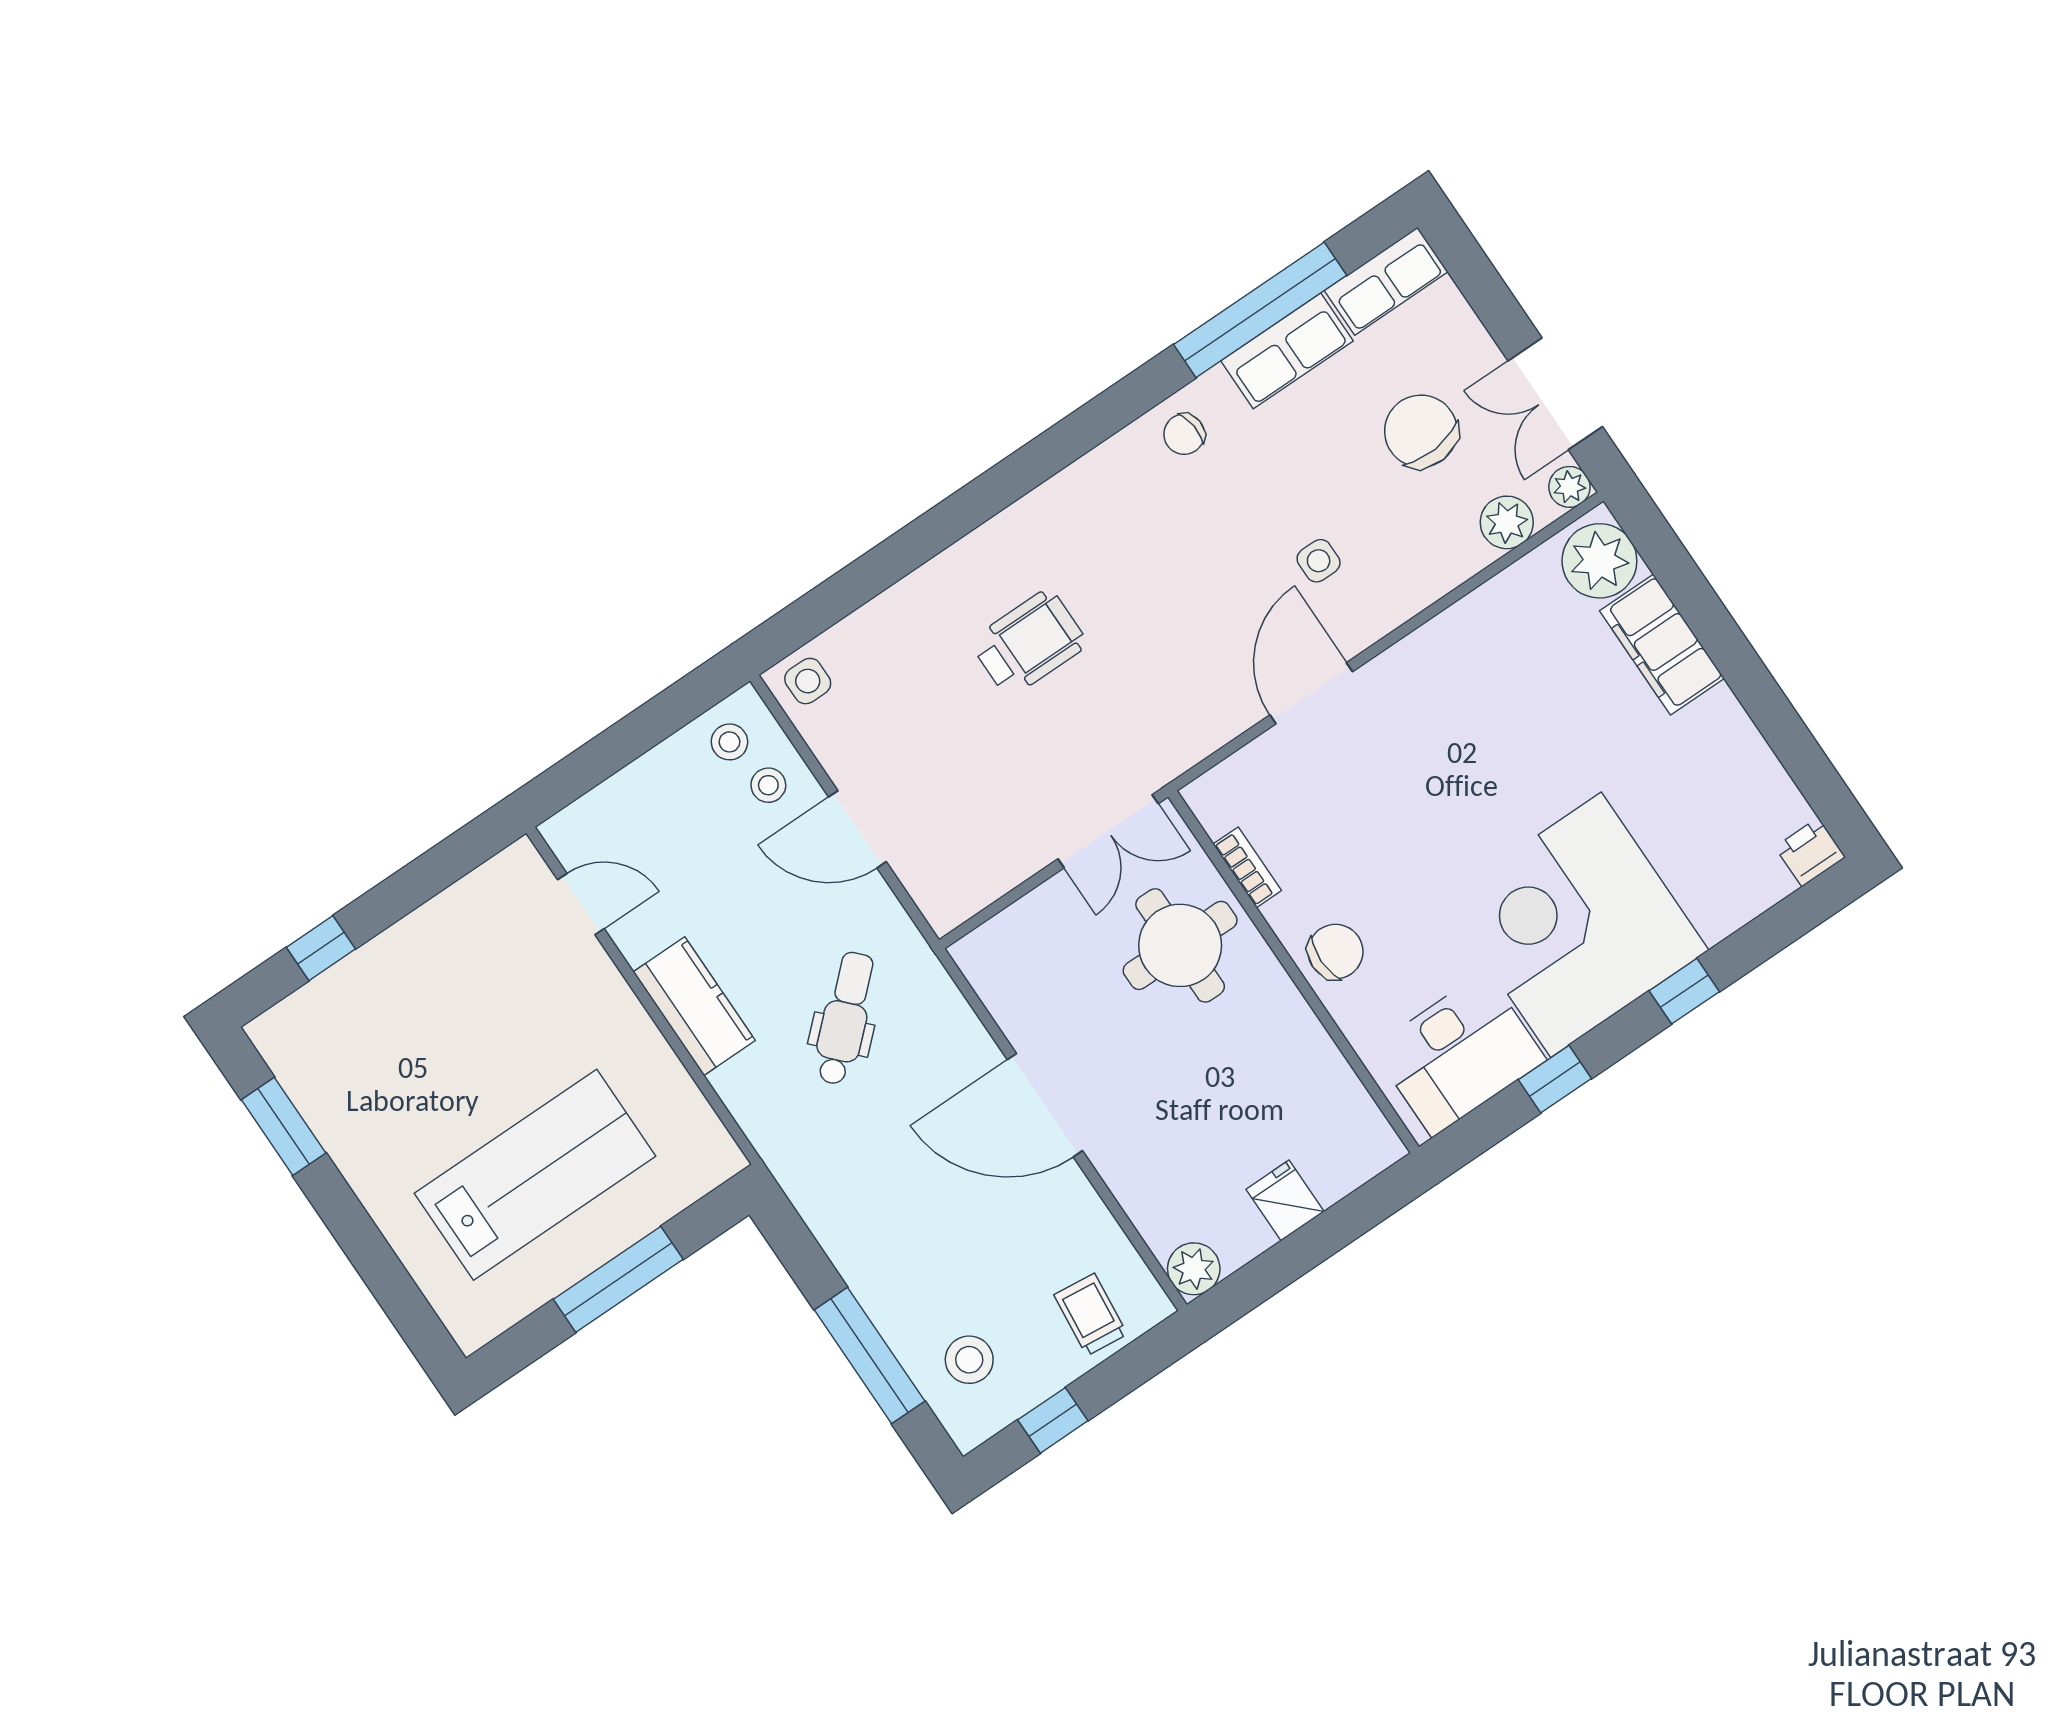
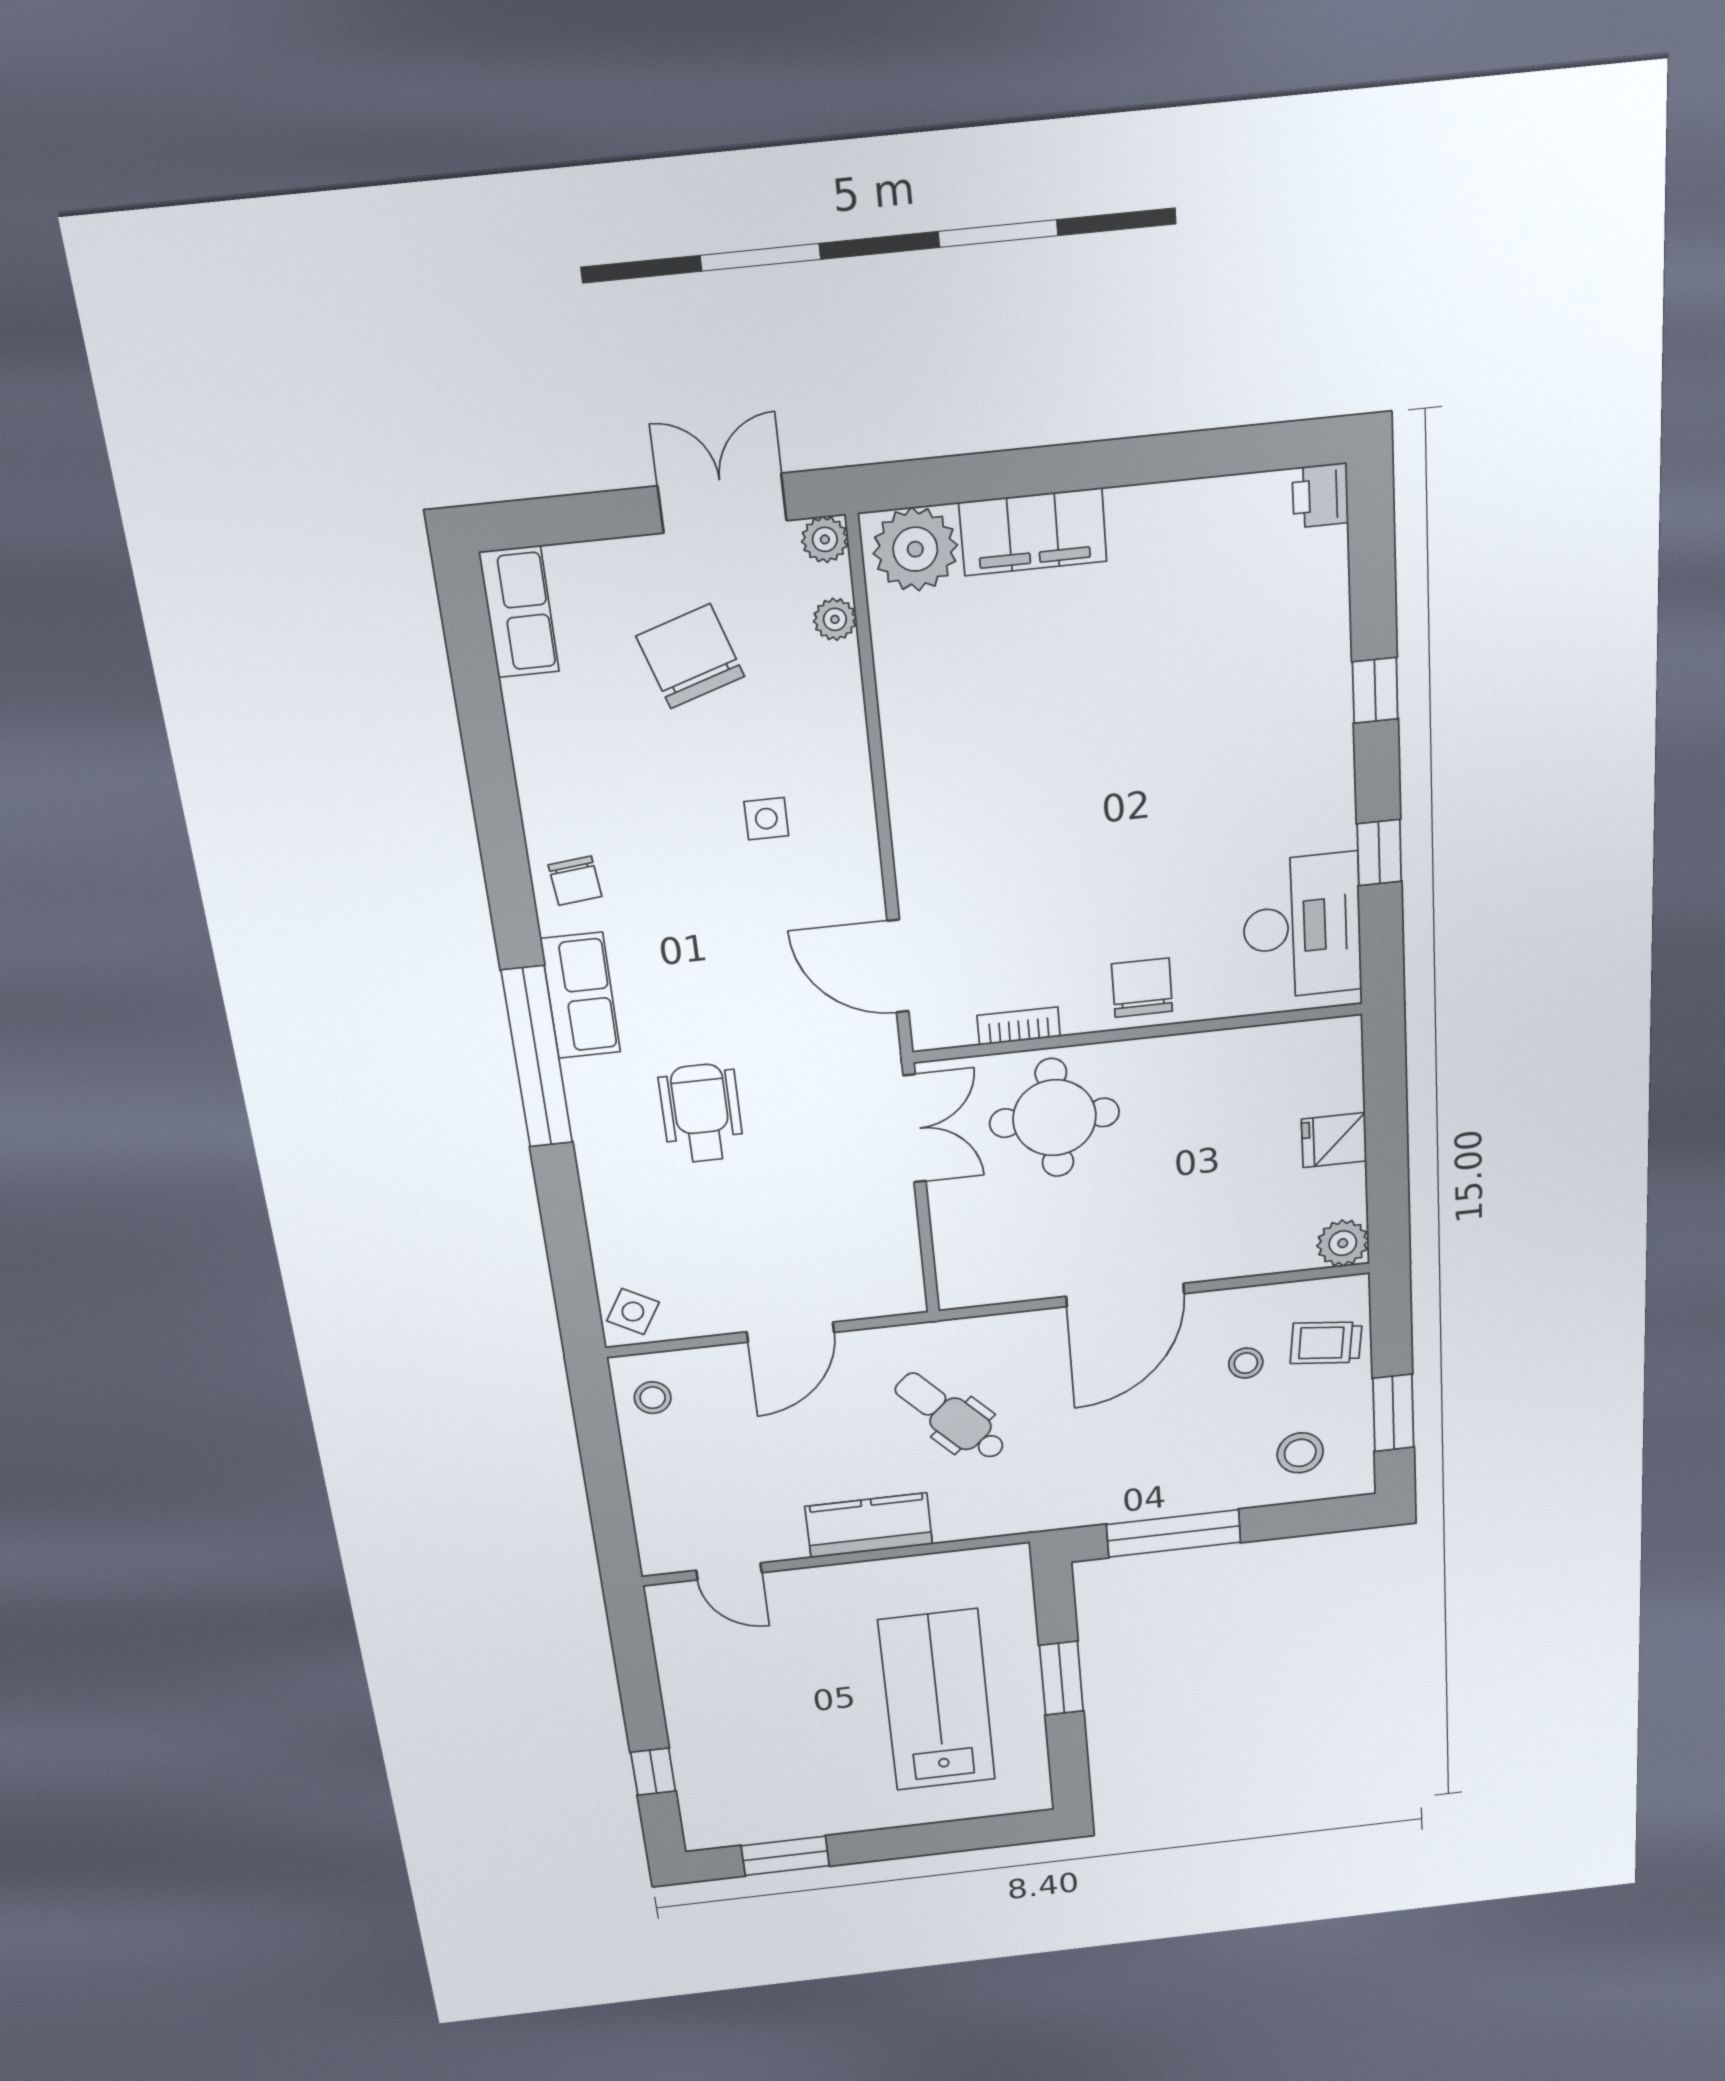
window: (1260, 310) -> (537, 1057), moved
row of seats: (1287, 351) -> (580, 996), moved
double door: (1555, 394) -> (722, 503), swing flipped
chair: (1421, 431) -> (690, 656), turned 77
plant: (1507, 522) -> (835, 619), width x0.73, depth x0.73
side table: (808, 681) -> (633, 1312), turned 30
door: (1311, 693) -> (898, 966), moved
stool: (768, 785) -> (1246, 1363), moved
door: (581, 904) -> (729, 1571), swing flipped
corner desk: (1576, 925) -> (1251, 759), removed
window: (618, 1279) -> (1061, 1678), width x0.69
window: (870, 1355) -> (1174, 1533), moved
window: (1053, 1420) -> (1393, 1413), width x1.50

